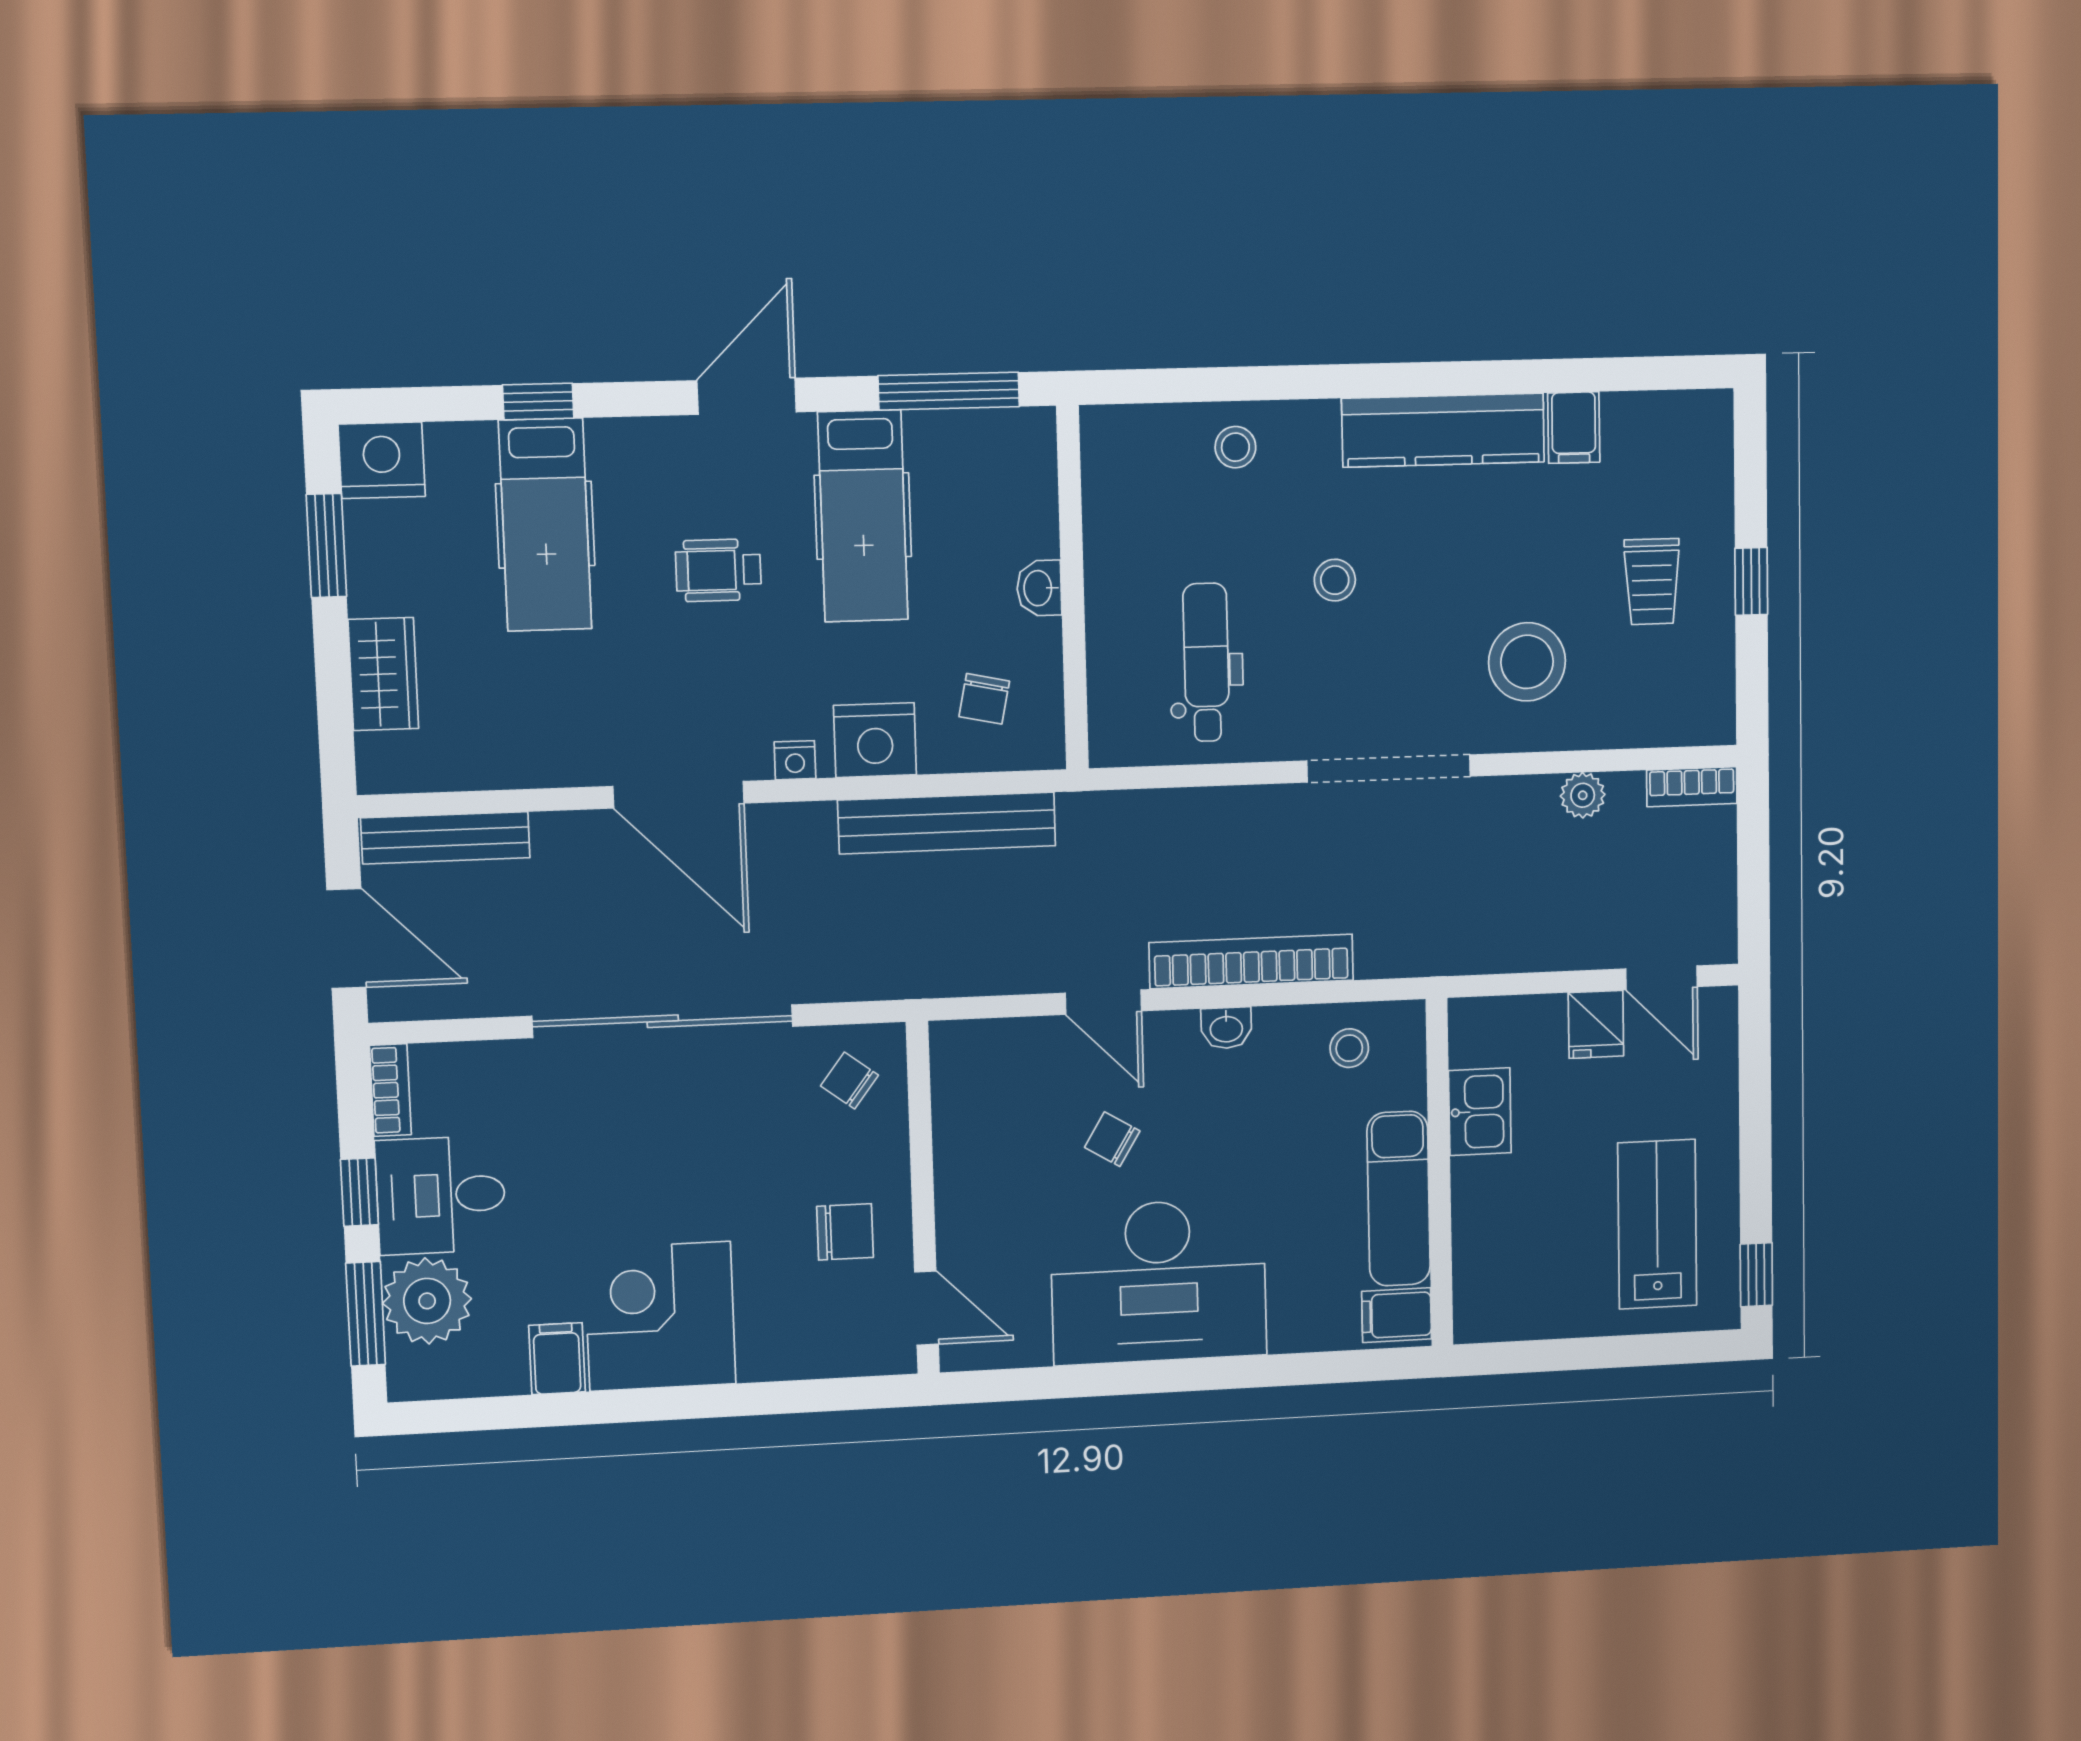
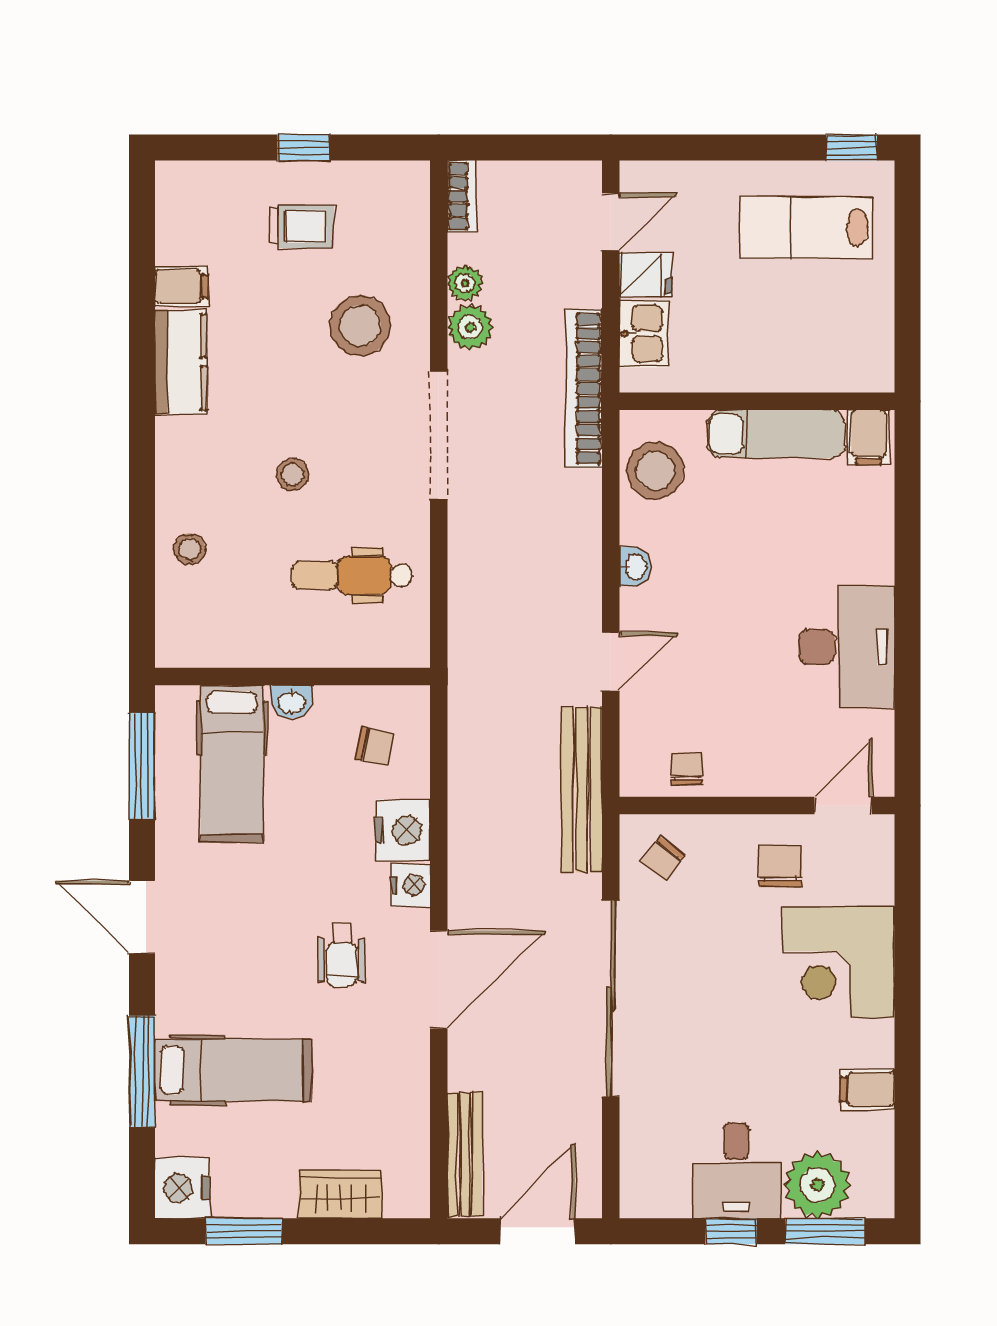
window: (538, 401) -> (142, 1071), width x2.17
kitchen counter: (1443, 430) -> (181, 362), width x0.67
hospital bed: (863, 516) -> (232, 764), moved, turned 90
wheelchair: (718, 570) -> (342, 955), moved
nightstand: (795, 760) -> (411, 885), width x1.39, depth x1.35
plant: (1527, 804) -> (470, 327), added
bench: (947, 823) -> (582, 790), moved
bookcase: (1251, 961) -> (584, 389), moved
stool: (1349, 1048) -> (655, 471), width x1.89, depth x1.89
bookcase: (390, 1090) -> (654, 1205), removed
kitchen sink: (1480, 1112) -> (644, 334), moved, turned 90
chair: (1112, 1139) -> (687, 769), moved, turned 149
desk: (1159, 1282) -> (846, 647), width x0.73, depth x0.77
corner desk: (660, 1316) -> (839, 962), moved

